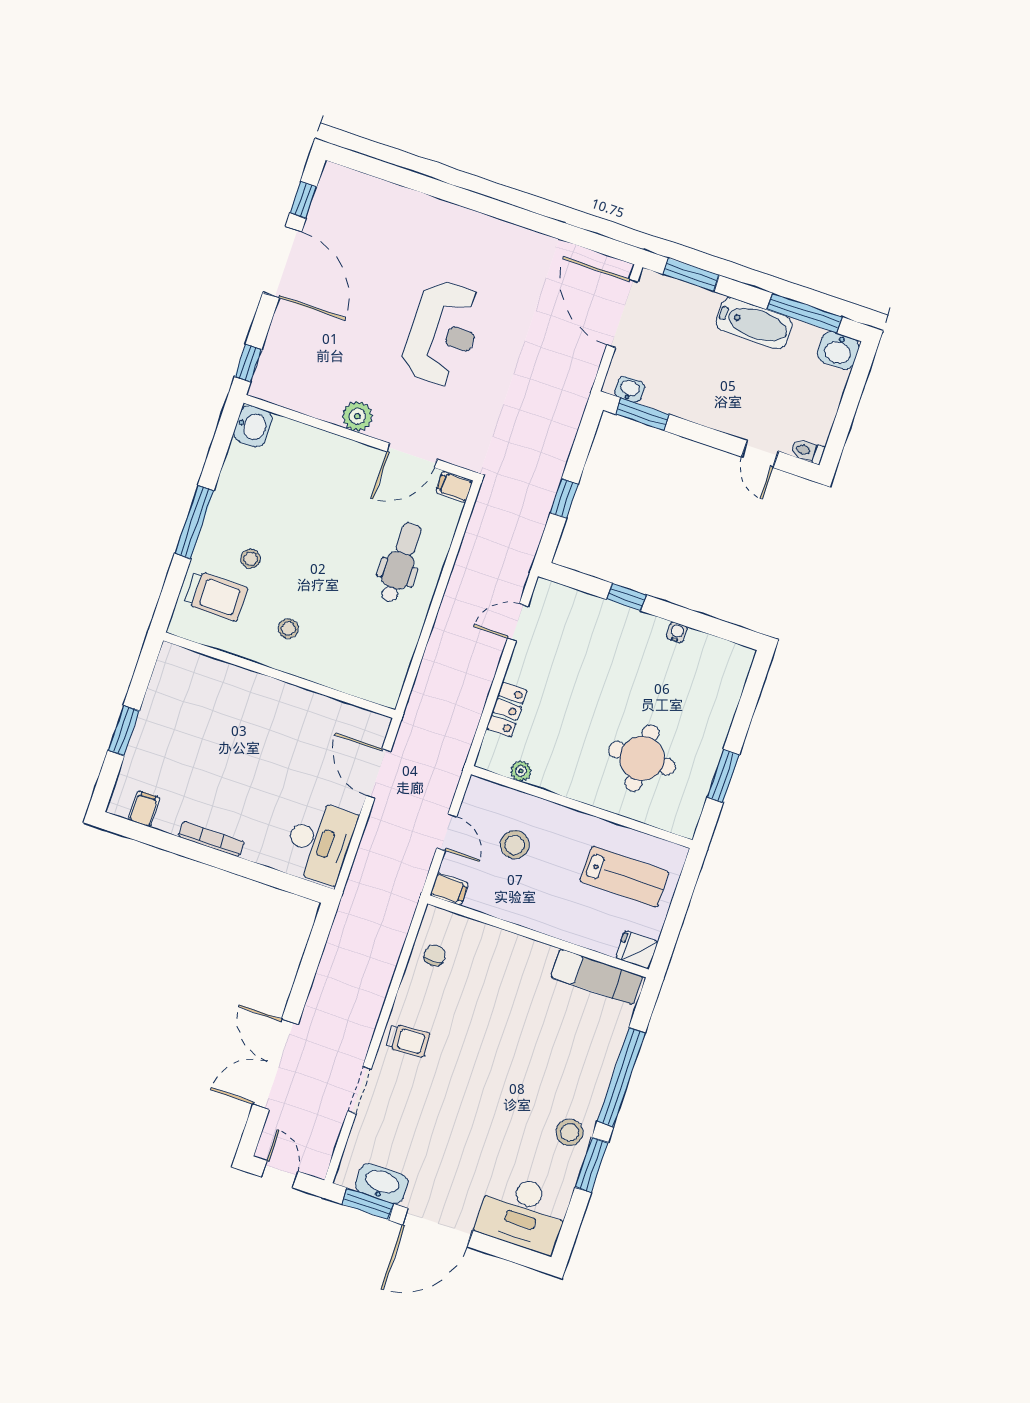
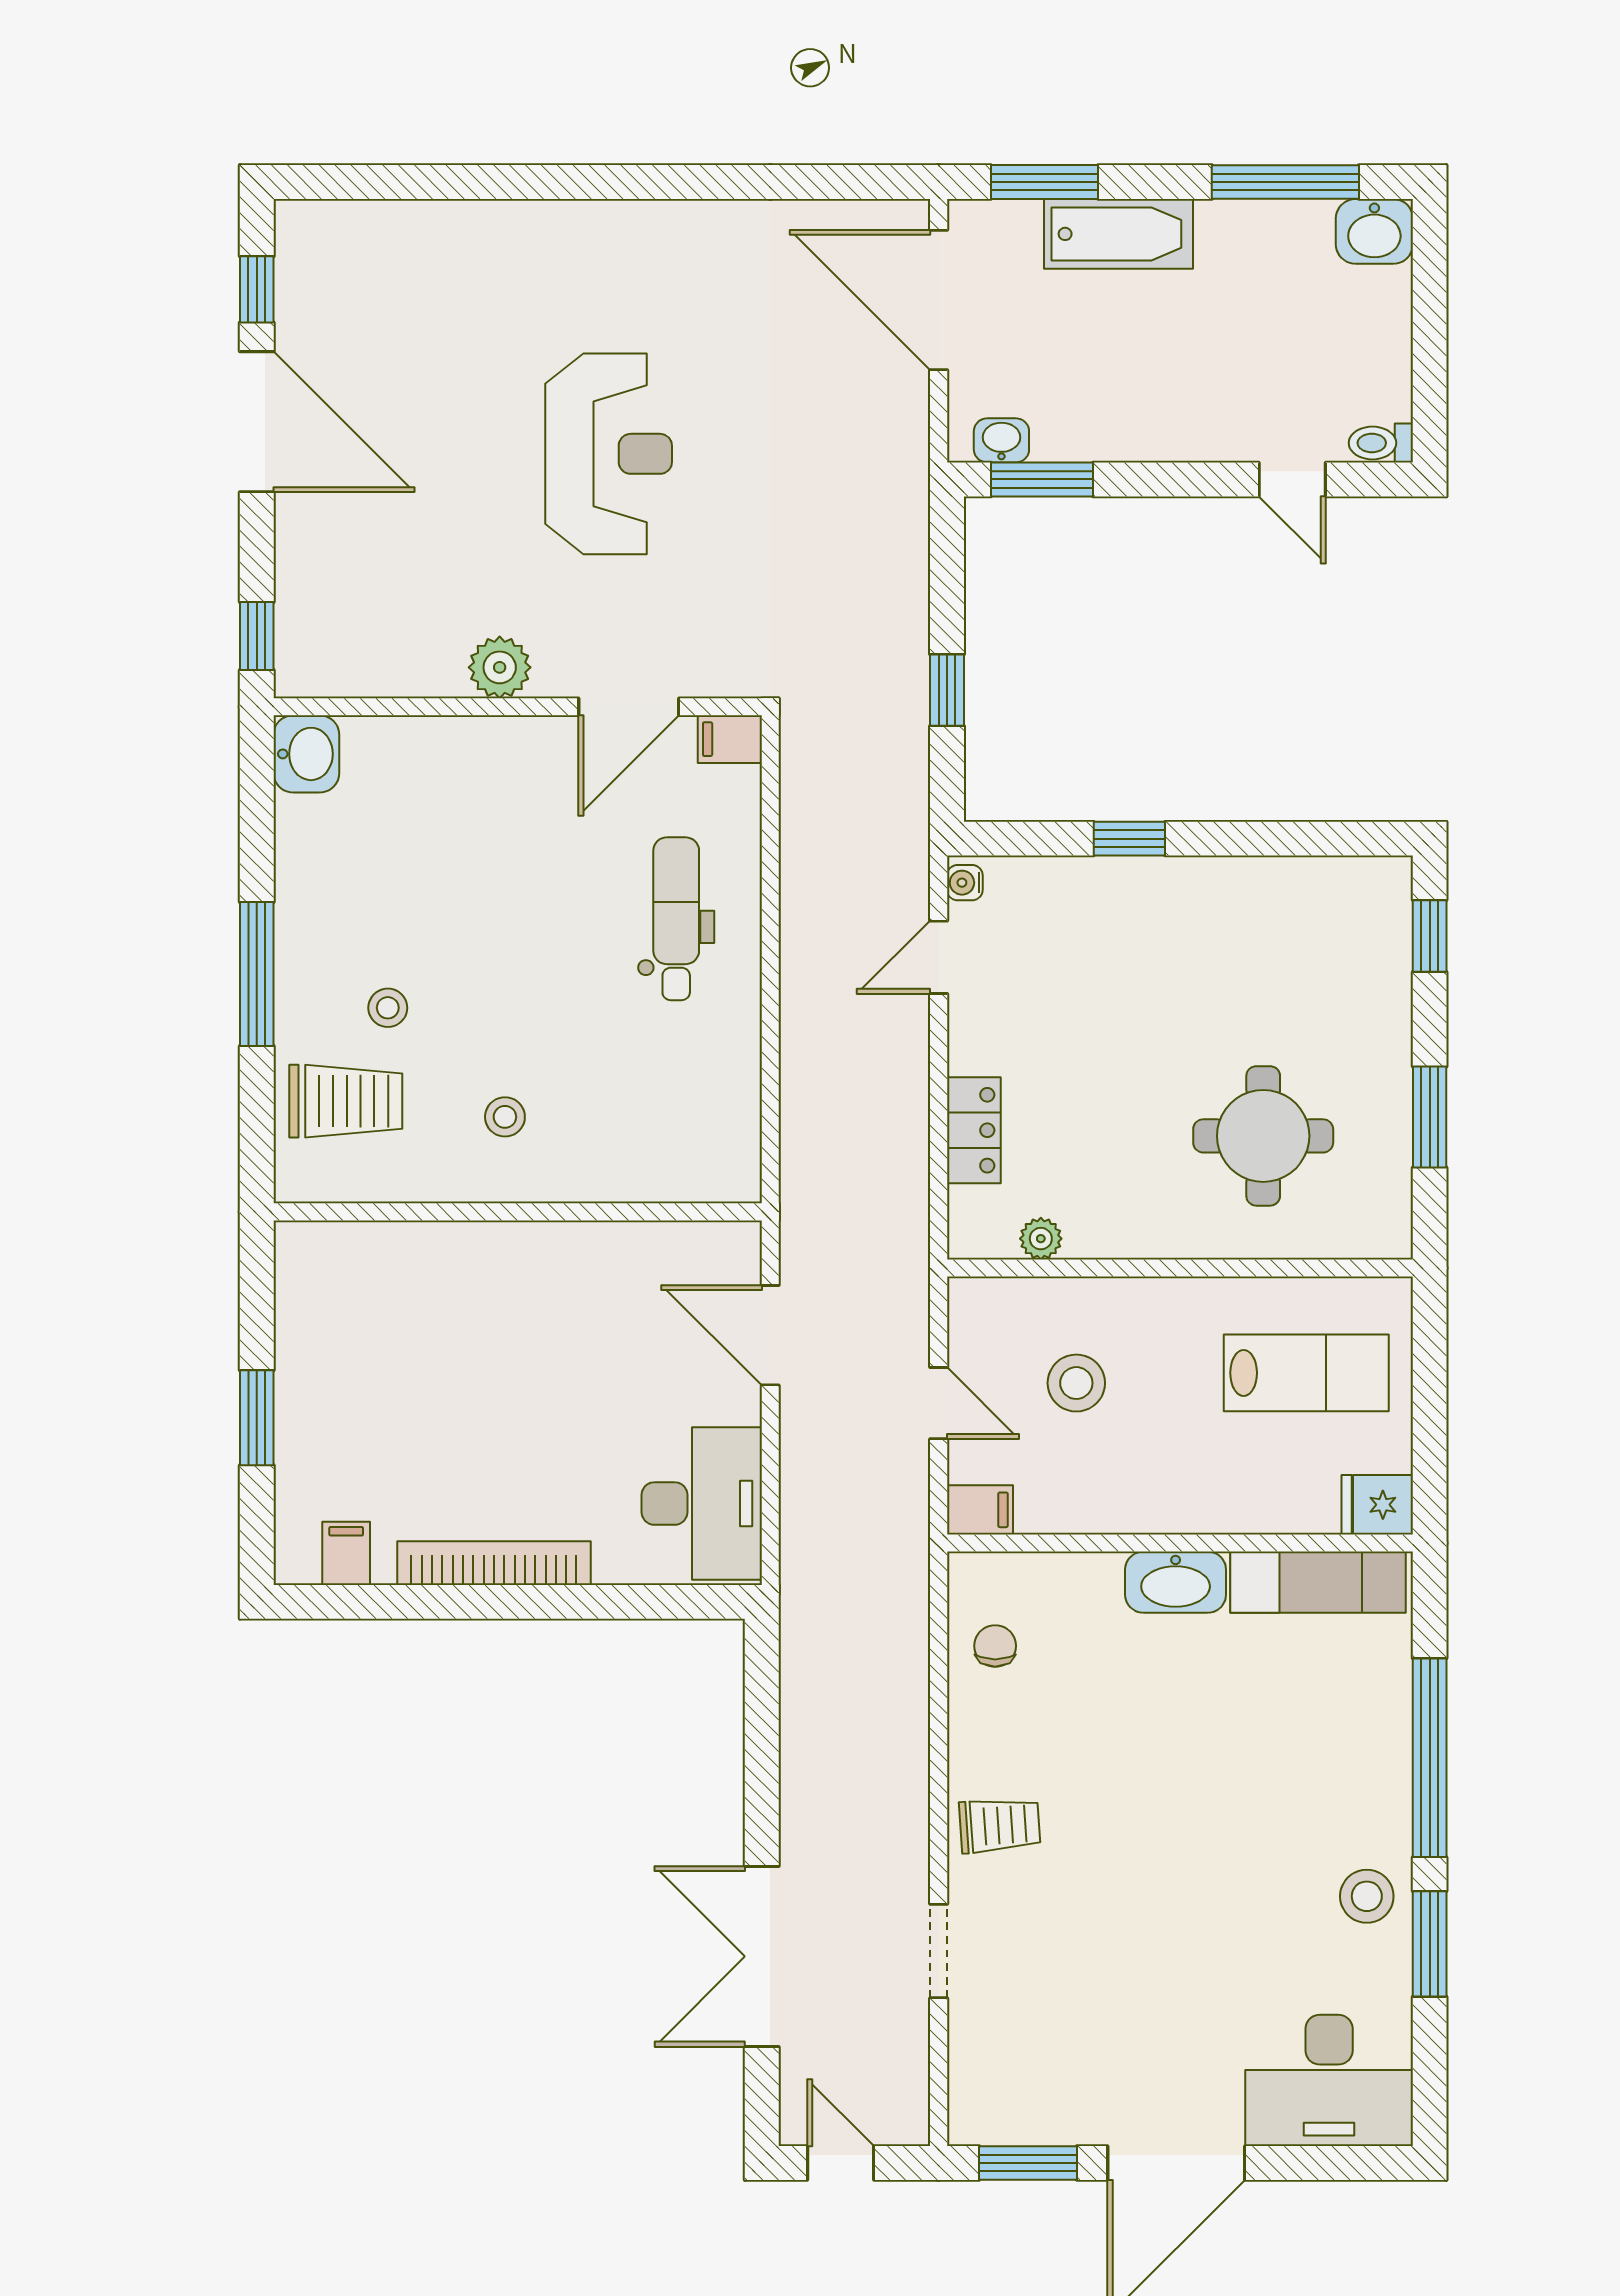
bathtub: (754, 323) -> (1119, 234), moved
water cooler: (677, 632) -> (965, 883), moved, turned -90
window: (752, 691) -> (1430, 936), added
bookcase: (211, 839) -> (494, 1563), width x1.48, depth x1.31
washbasin: (382, 1184) -> (1176, 1582), moved, turned 180

